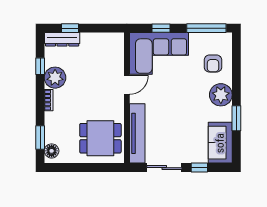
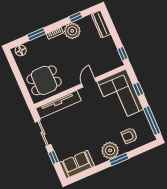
window: (70, 28) -> (123, 54), moved
door: (127, 85) -> (89, 83), swing flipped
window: (236, 118) -> (119, 159), moved
window: (40, 137) -> (36, 34), moved
dining table: (100, 138) -> (44, 80), turned 90

